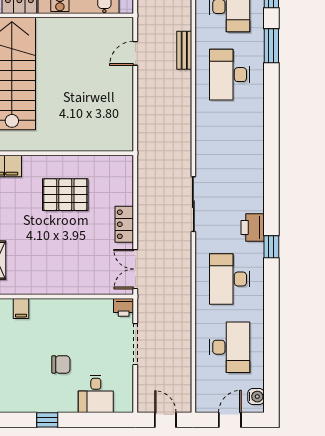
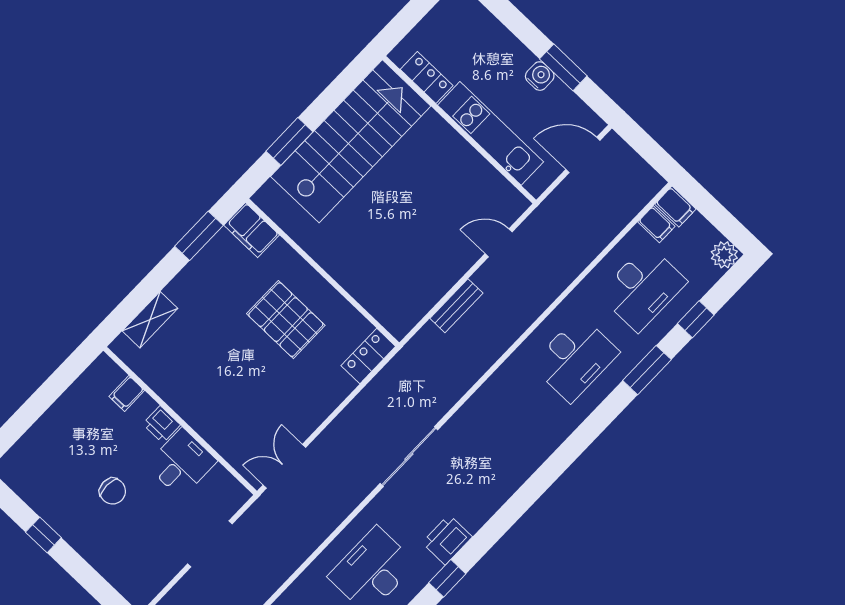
bench: (184, 50) -> (456, 306), moved
desk: (230, 75) -> (575, 359), turned 180
locker: (124, 224) -> (368, 356), moved
printer: (124, 307) -> (162, 424), moved
desk: (96, 394) -> (182, 463), moved, turned 180

